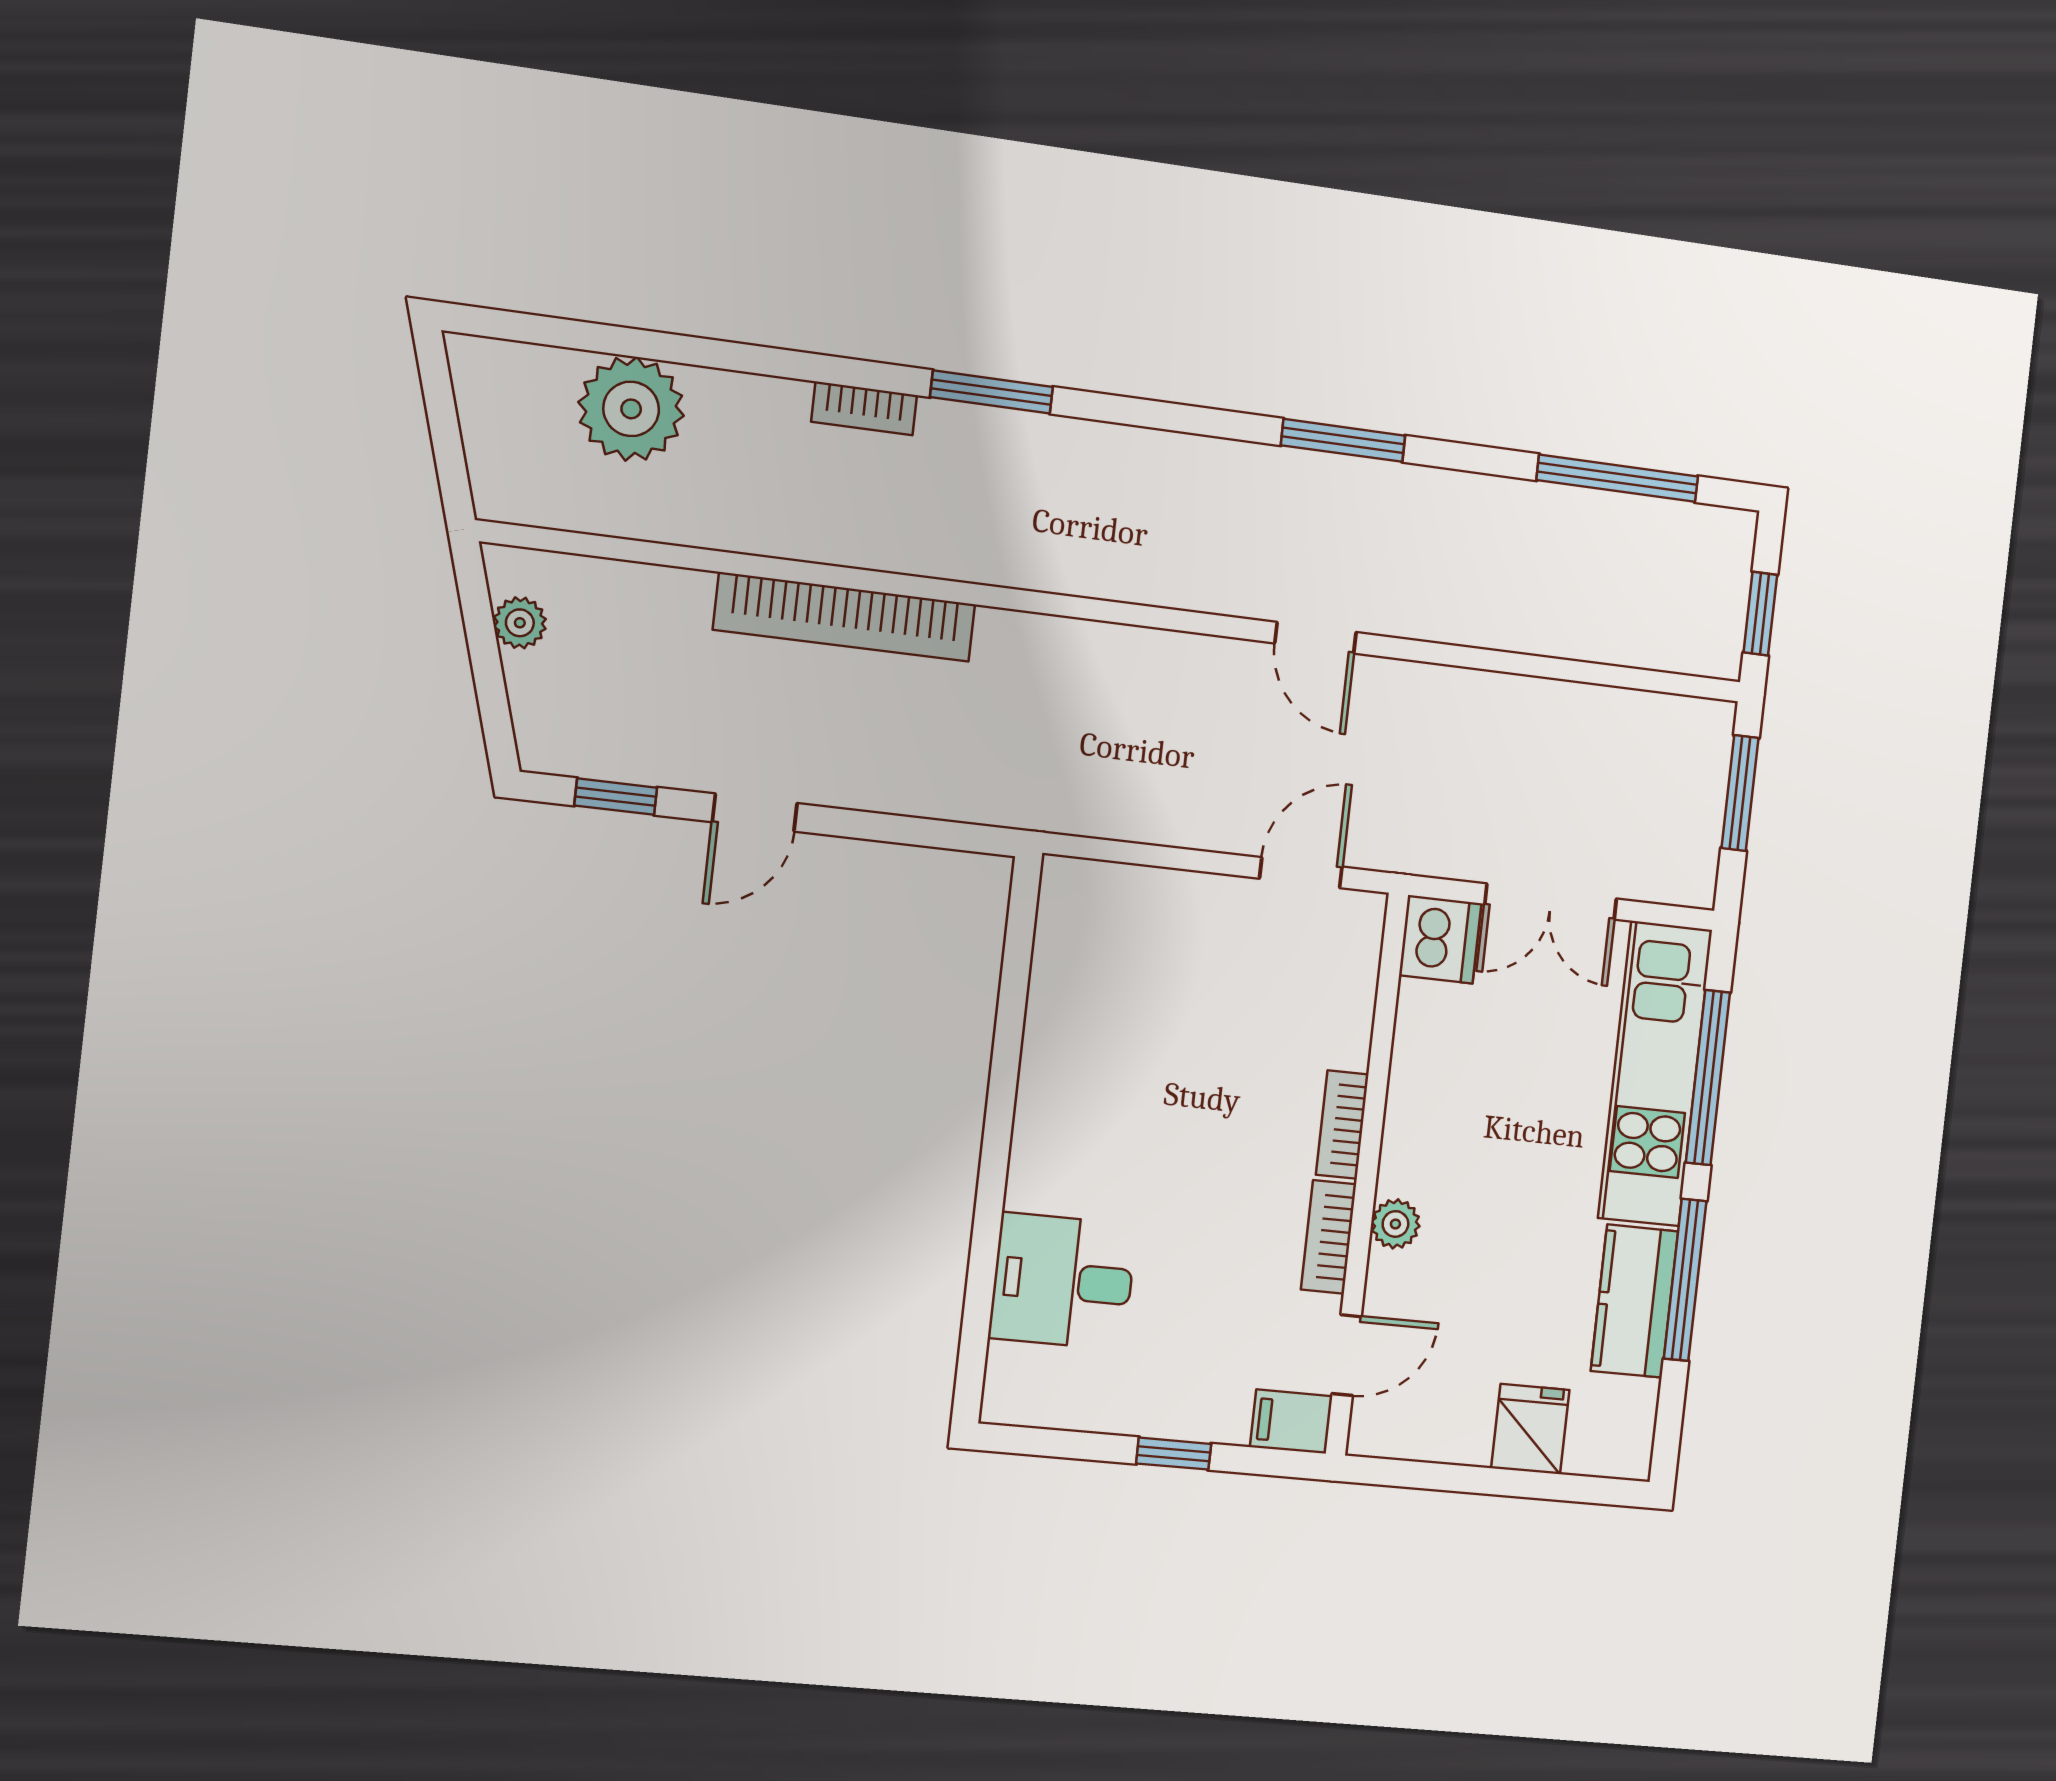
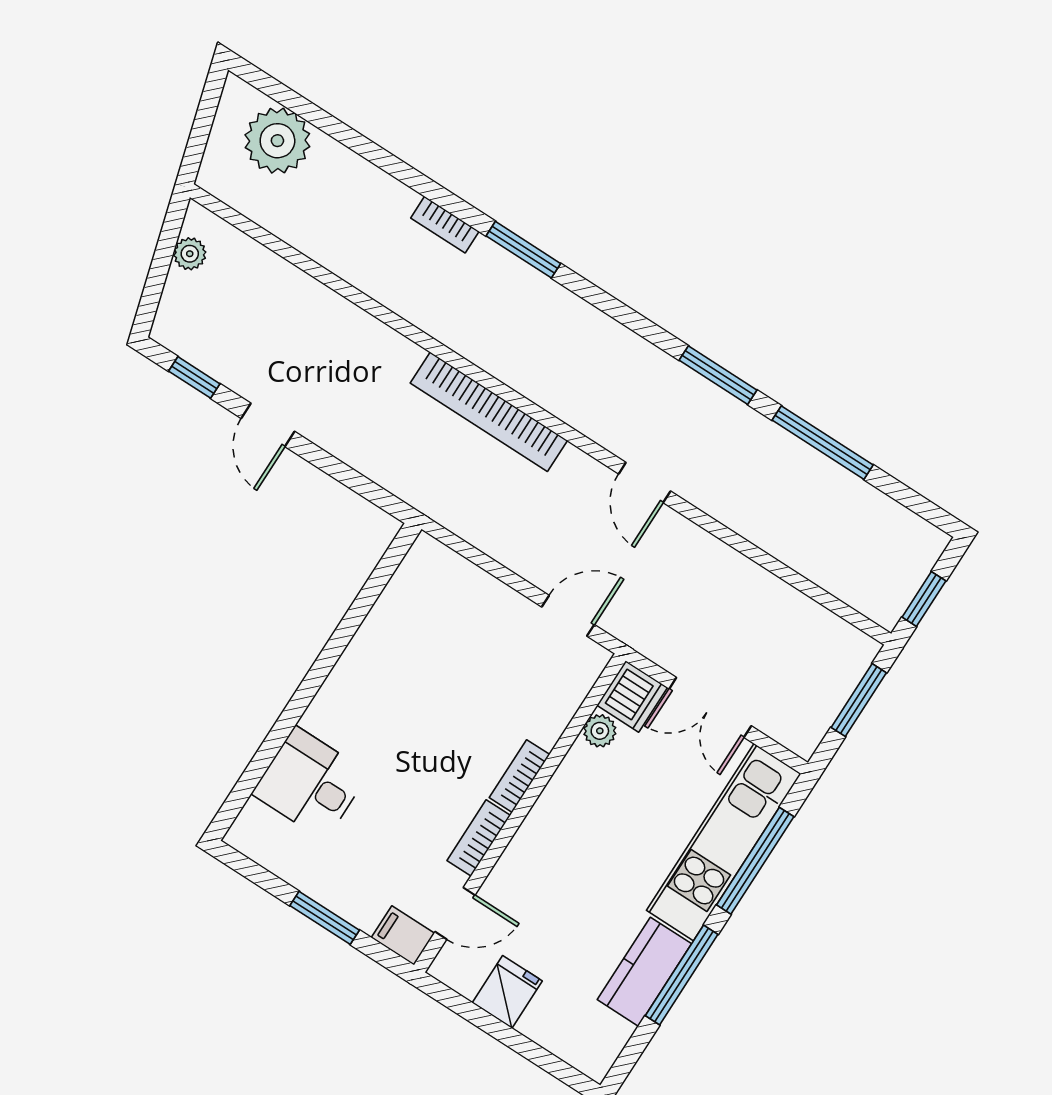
plant: (631, 409) -> (277, 141), moved
window: (1617, 478) -> (823, 443), moved
bookcase: (845, 617) -> (489, 412), moved
door: (755, 813) -> (268, 425), hinge flipped
plant: (1395, 1224) -> (600, 731), moved
fridge: (1530, 1429) -> (507, 992), moved
window: (1174, 1454) -> (325, 918), width x1.50

